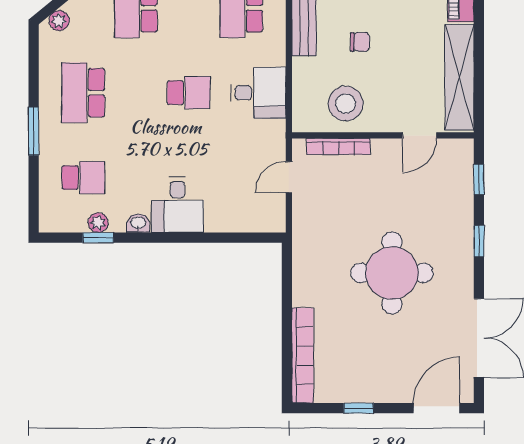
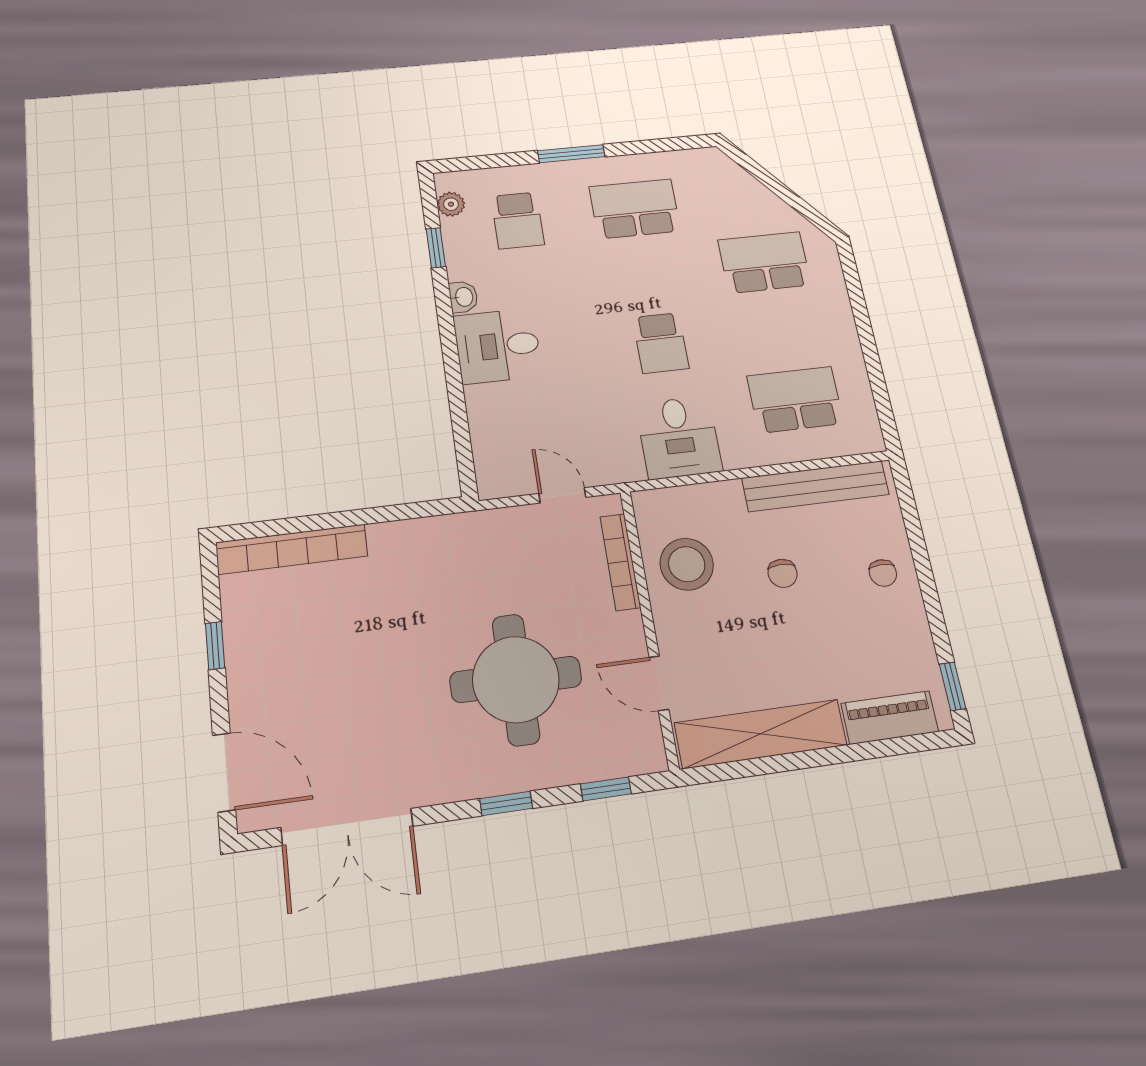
plant: (59, 21) -> (726, 170), removed
plant: (98, 223) -> (451, 204), moved
round table: (392, 273) -> (516, 679), moved

